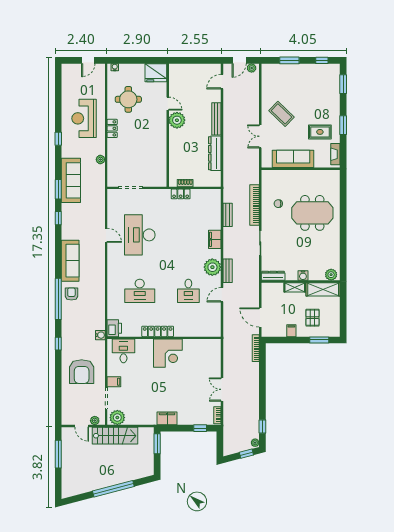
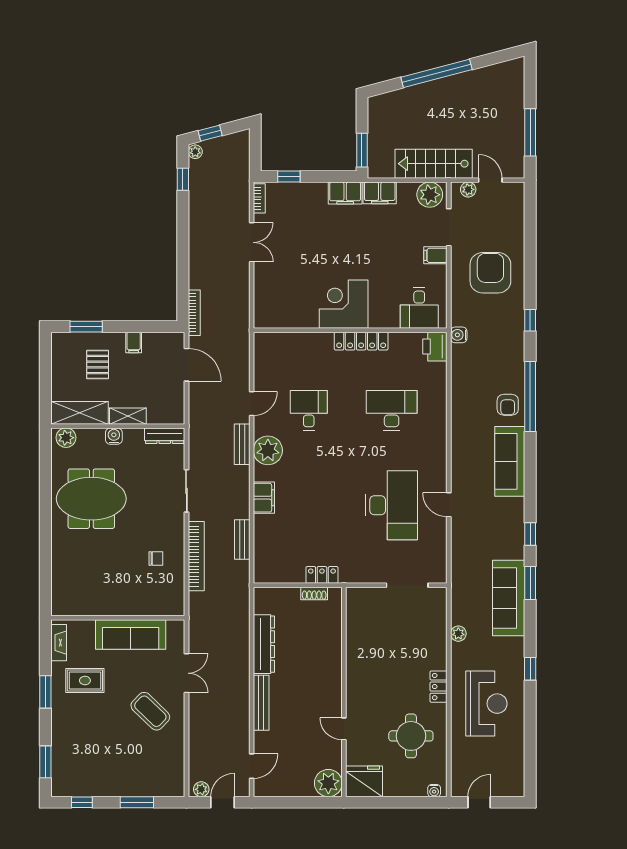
plant: (177, 120) -> (328, 783), moved
meeting table: (312, 213) -> (91, 499), moved
filing cabinet: (147, 419) -> (380, 193), added

